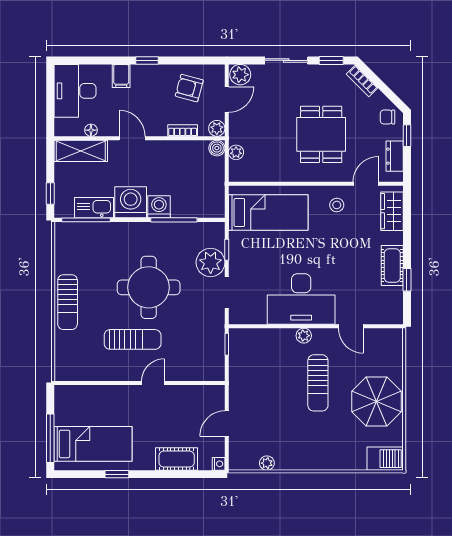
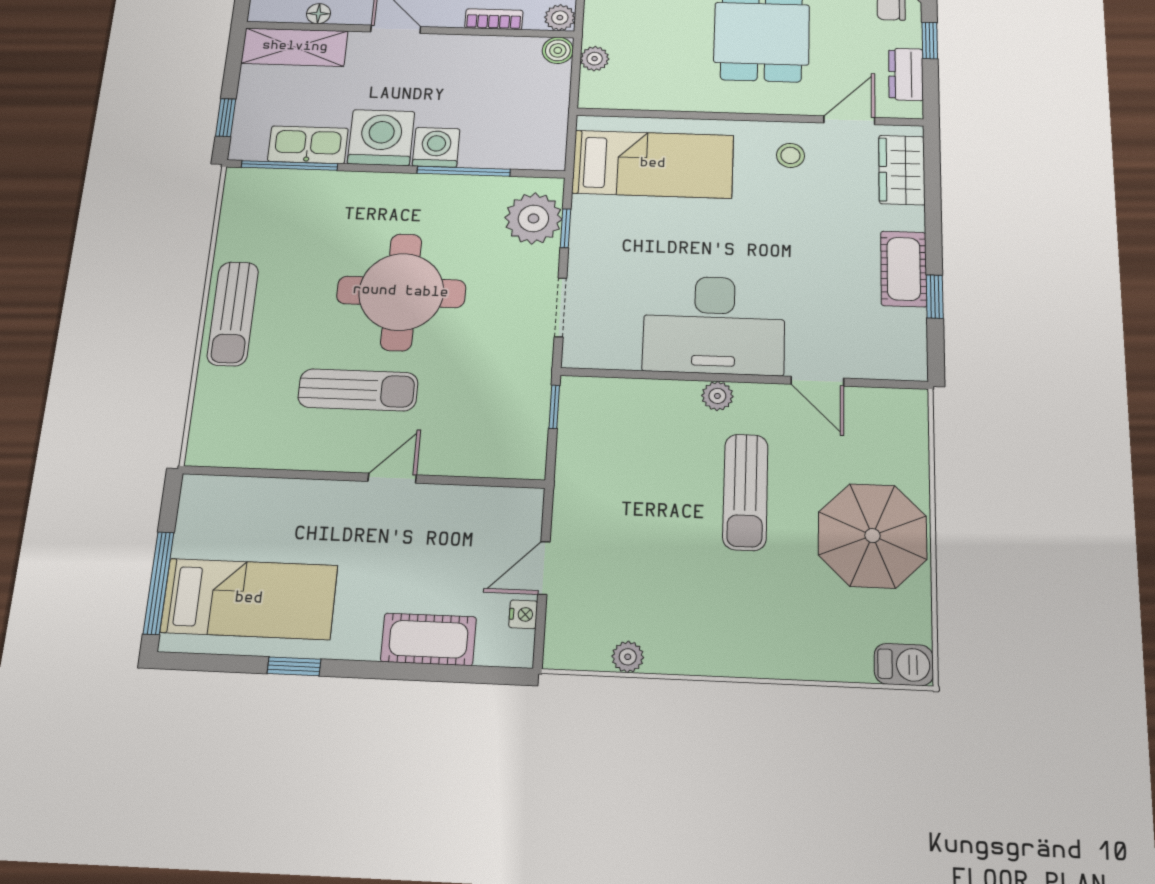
plant: (211, 262) -> (533, 218), moved
barbecue: (385, 459) -> (904, 665), width x0.73, depth x0.79
nightstand: (219, 464) -> (523, 614), moved

